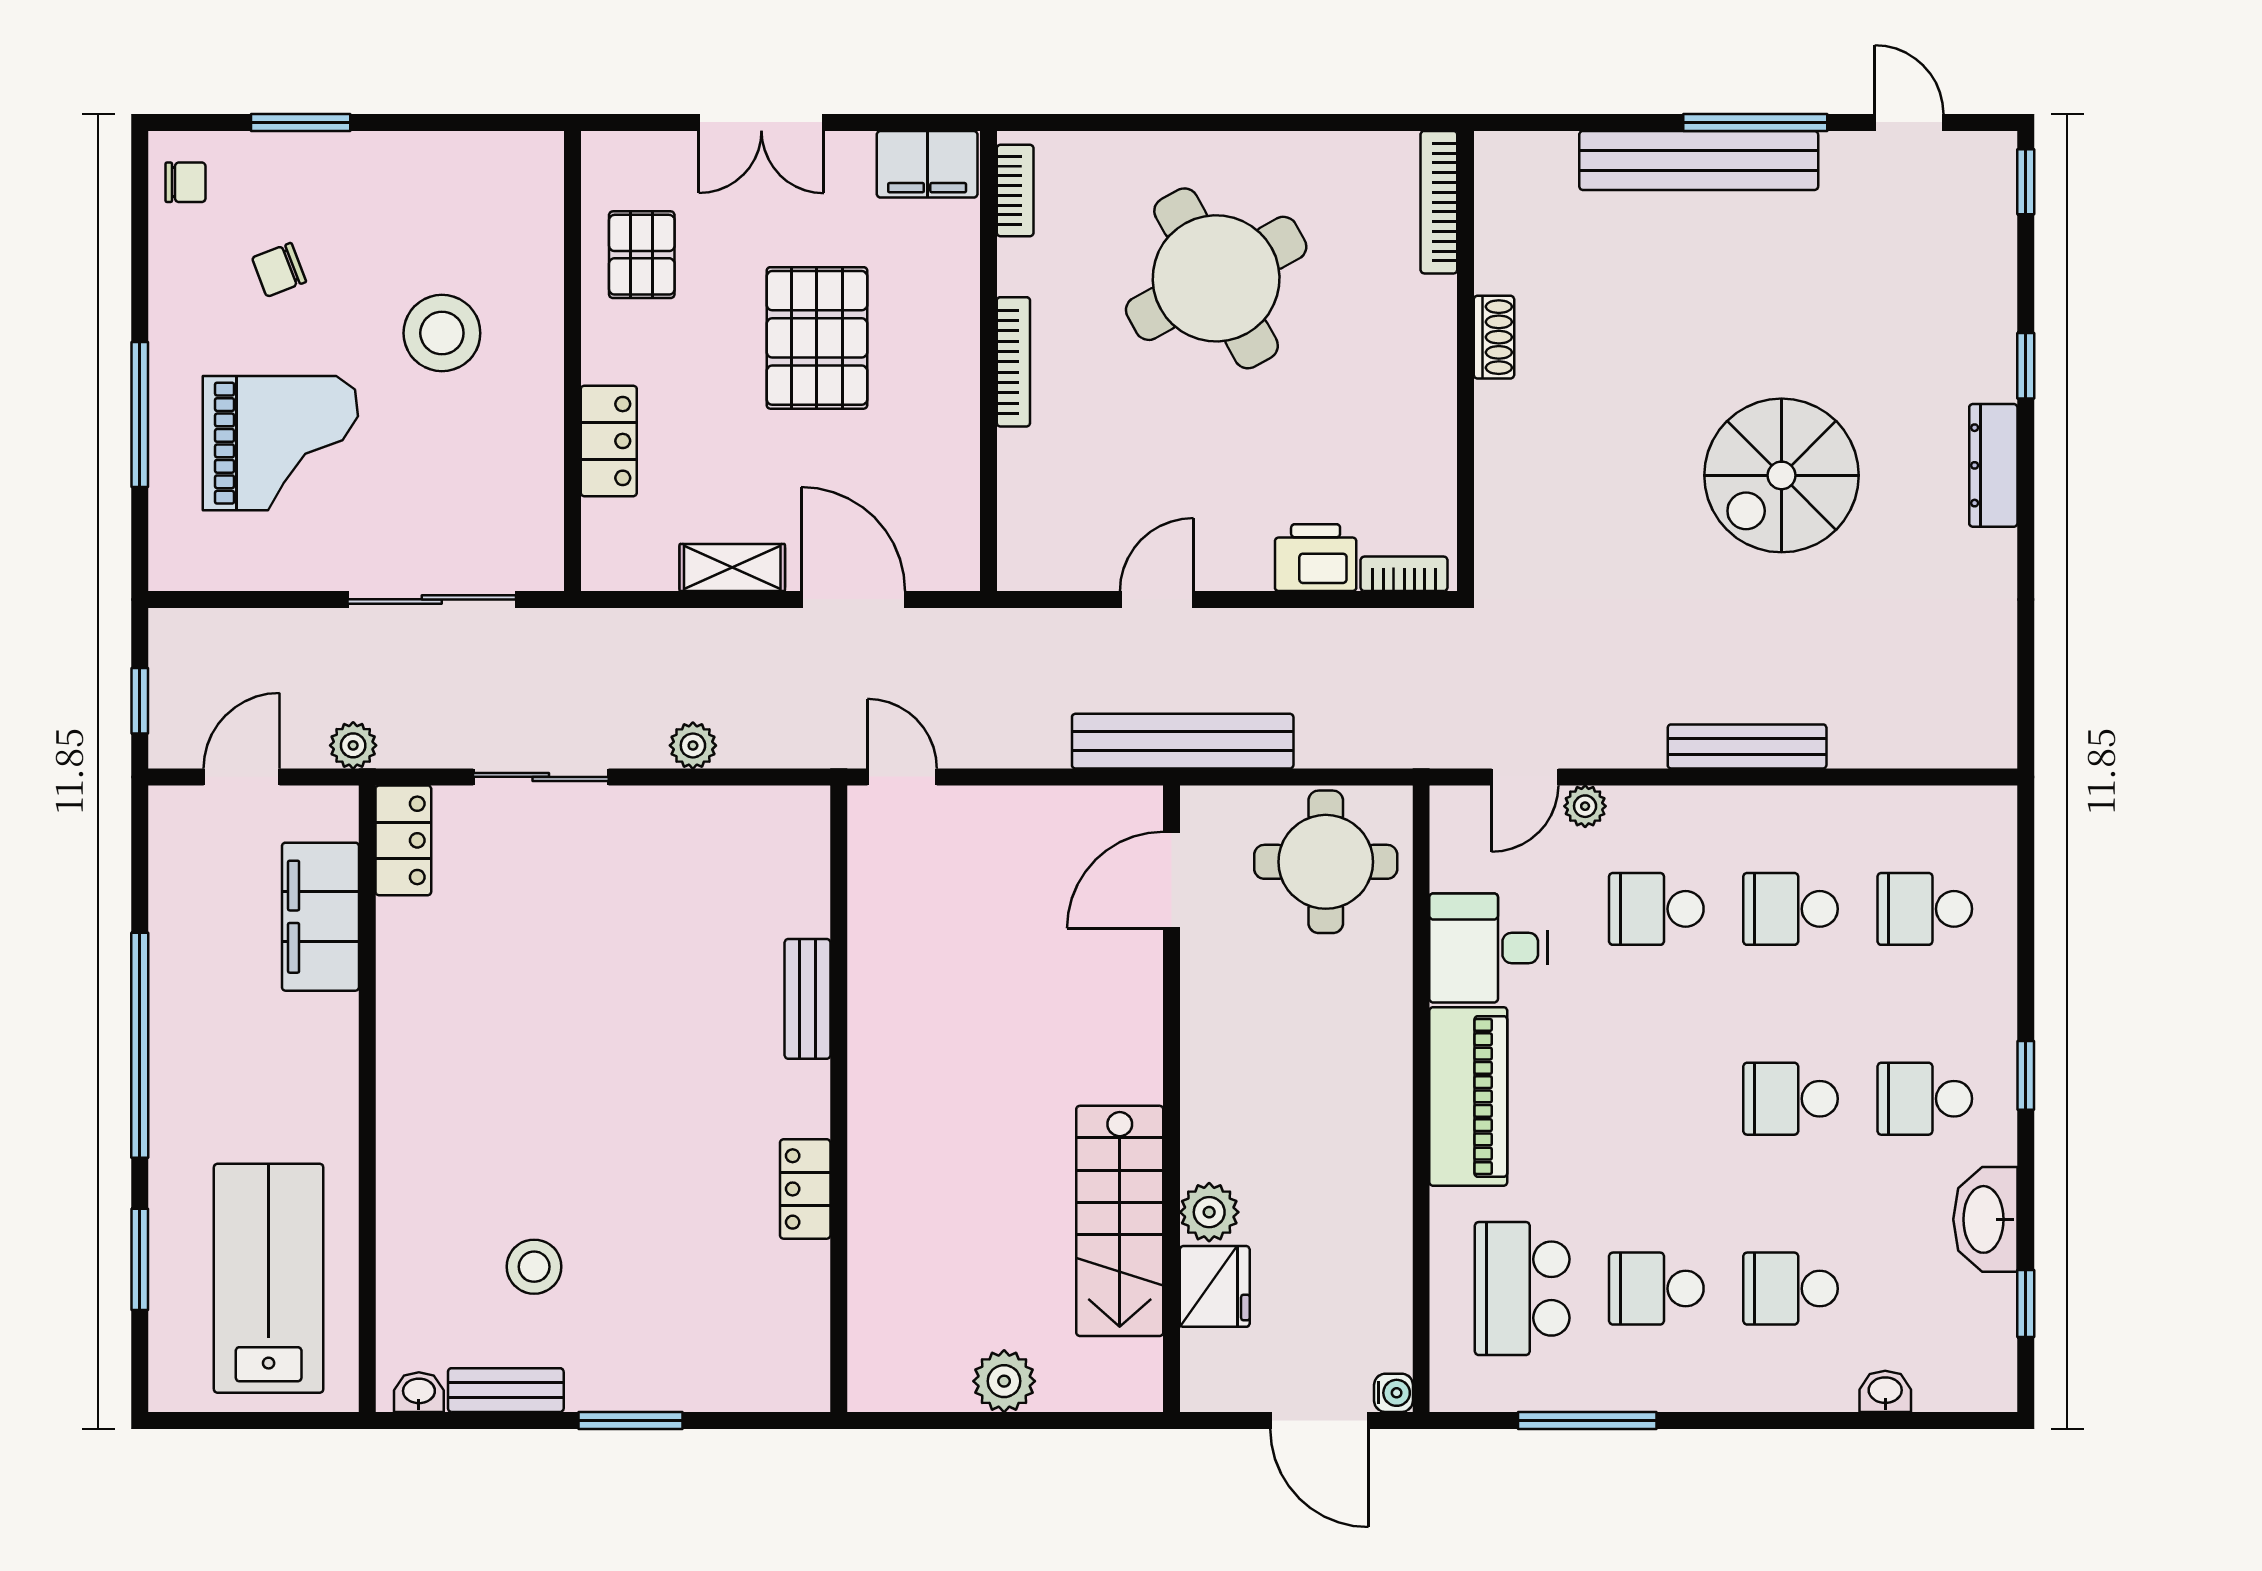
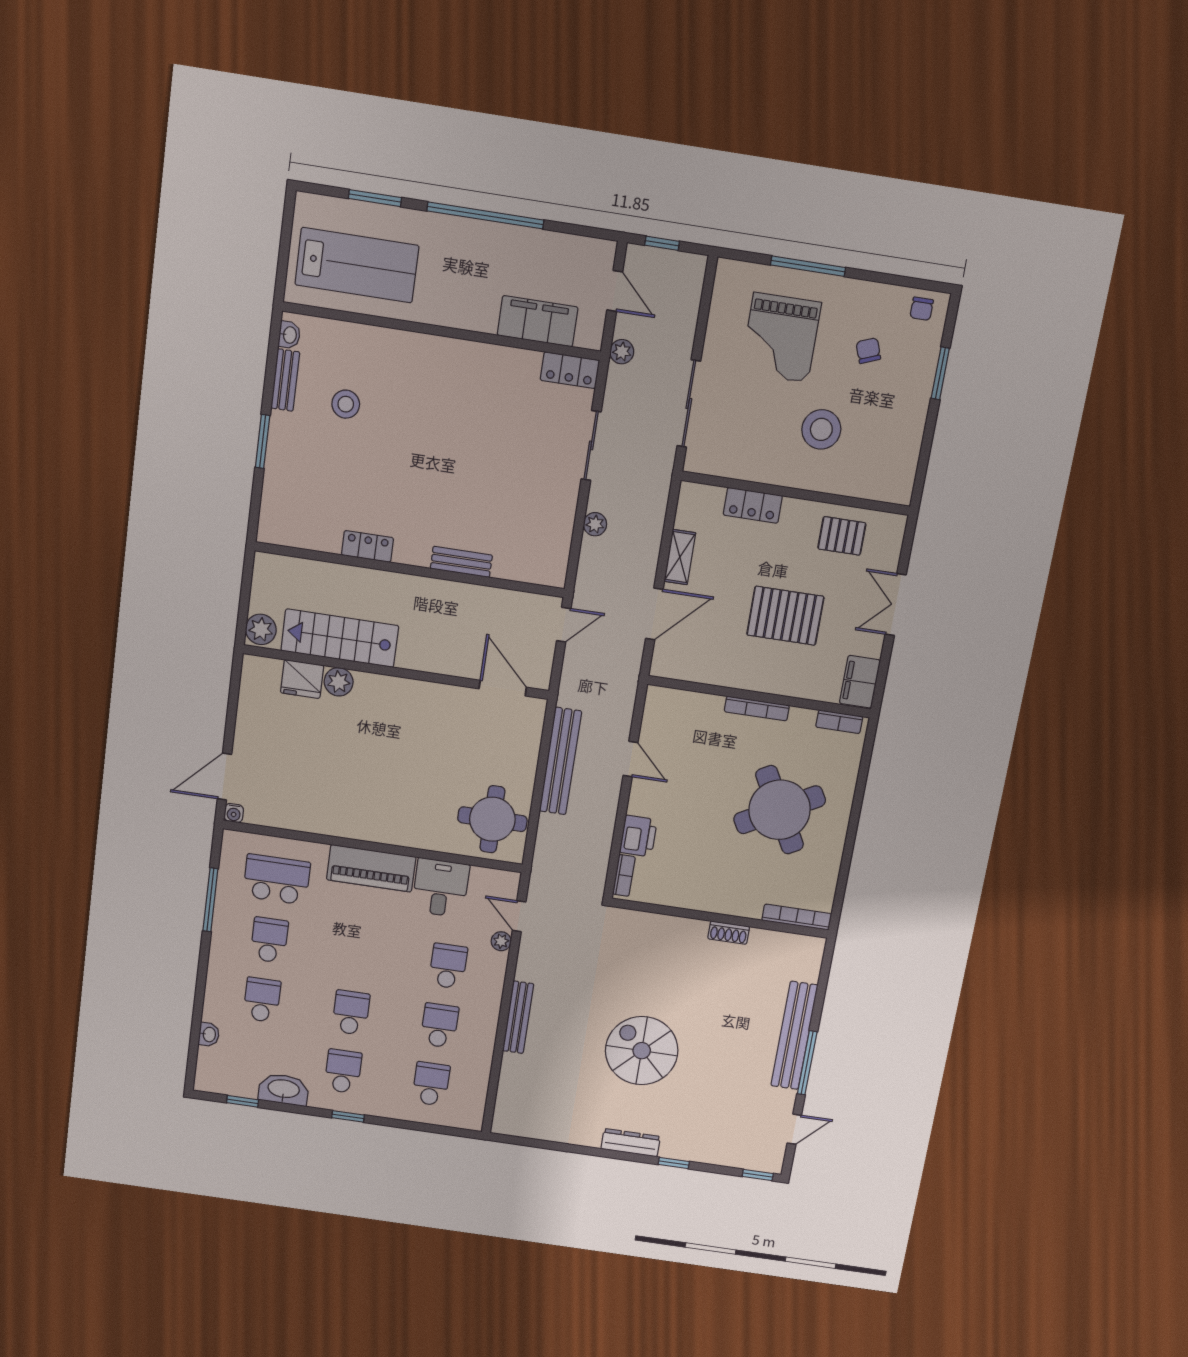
door: (1172, 880) -> (503, 688), moved
wall: (1172, 1099) -> (396, 672), moved
plant: (1209, 1212) -> (339, 682), moved
stairs: (1120, 1221) -> (340, 638), moved
fridge: (1215, 1286) -> (302, 679), moved

